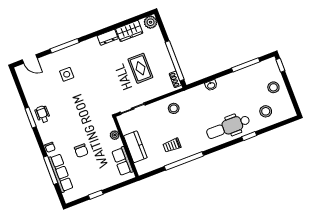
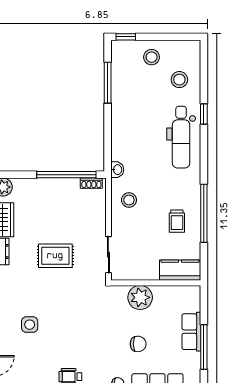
rug: (140, 68) -> (55, 256), moved
washbasin: (211, 85) -> (117, 170), moved
plant: (115, 135) -> (140, 297), width x1.87, depth x1.87
kitchen counter: (135, 147) -> (180, 270), moved
row of seats: (122, 161) -> (191, 332), moved, turned 90
window: (96, 195) -> (204, 347), width x2.17

